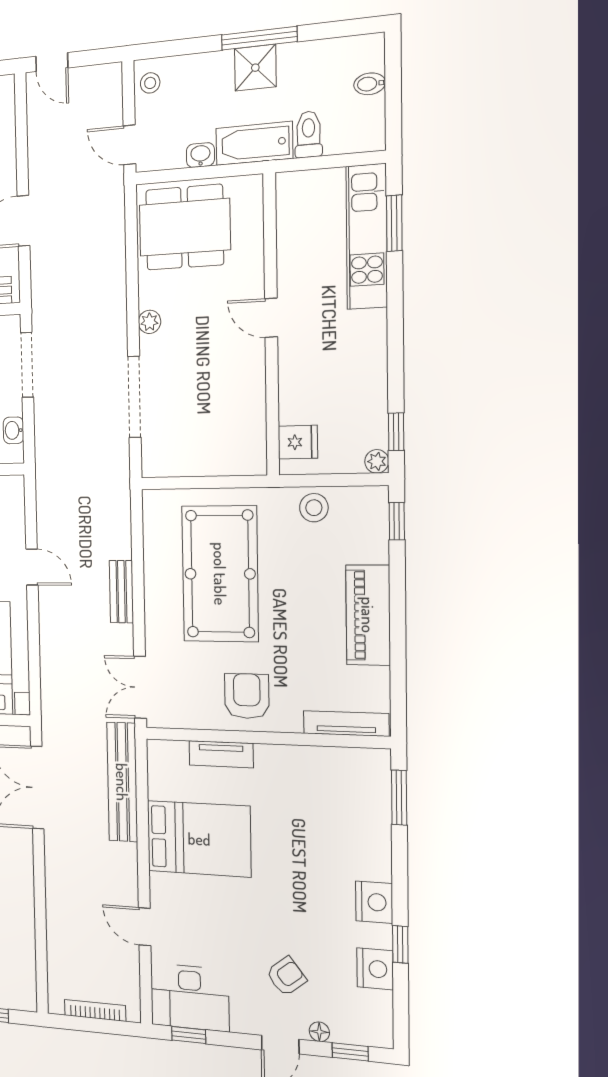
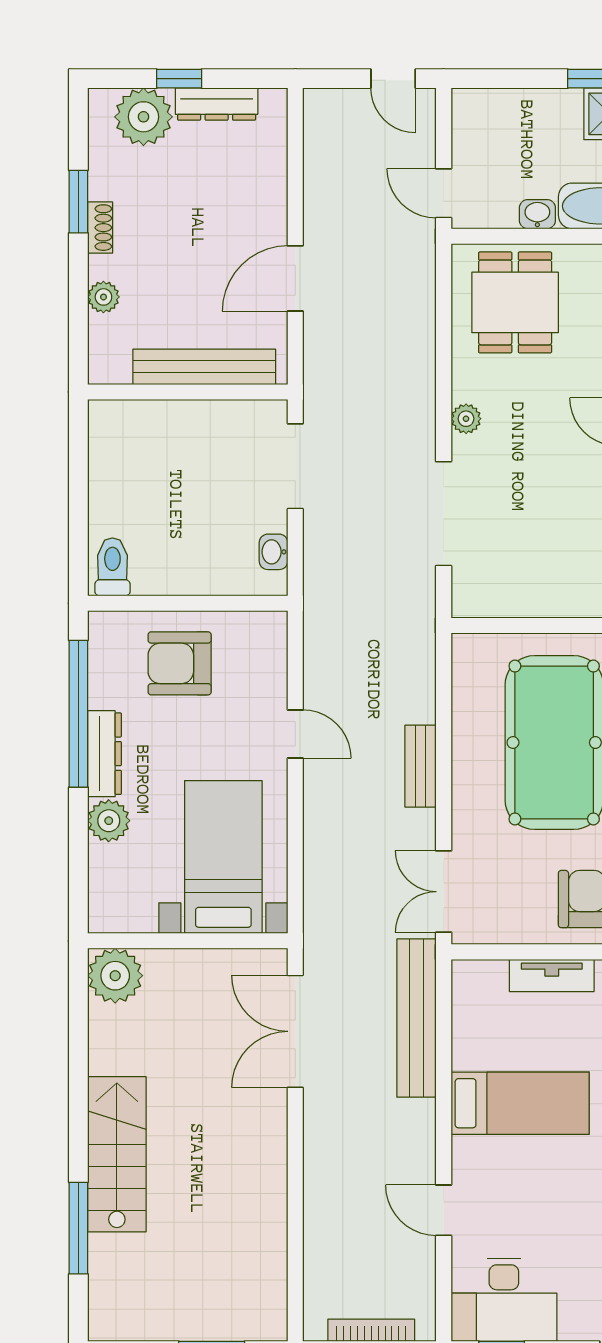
door: (52, 62) -> (393, 79), moved
stool: (150, 83) -> (473, 119), removed
dining table: (185, 227) -> (515, 302), width x0.73
bed: (199, 839) -> (520, 1103), width x0.67

